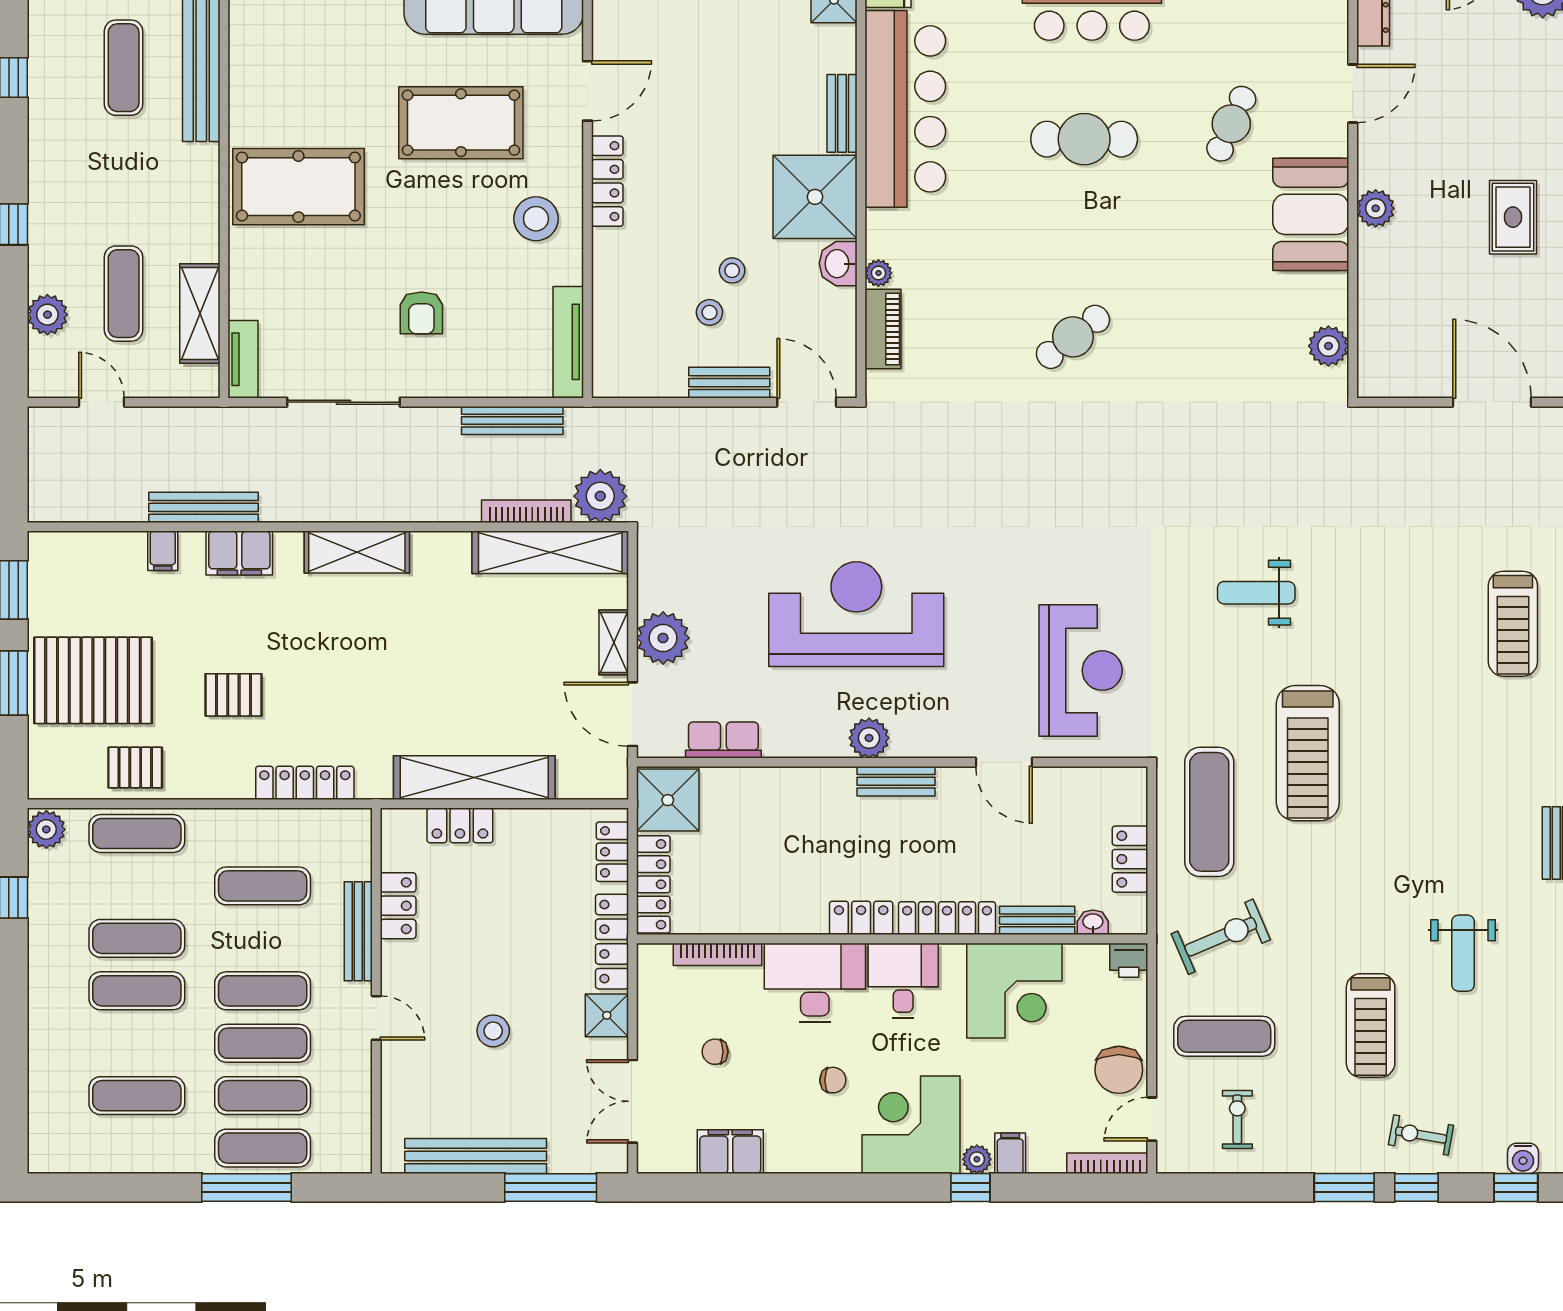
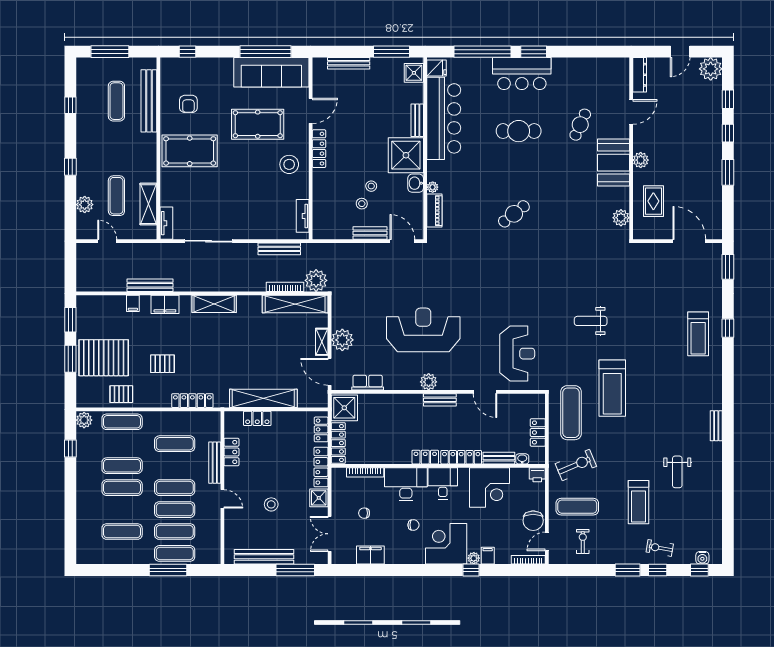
rug: (1513, 217) -> (653, 201), moved
armchair: (421, 313) -> (188, 104), moved
tv unit: (568, 342) -> (303, 216), width x0.71

